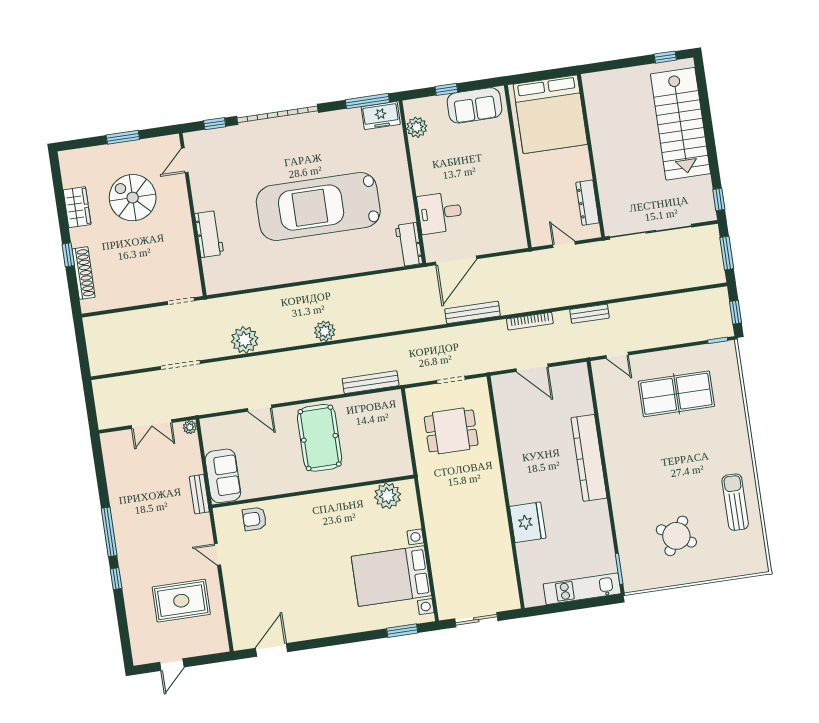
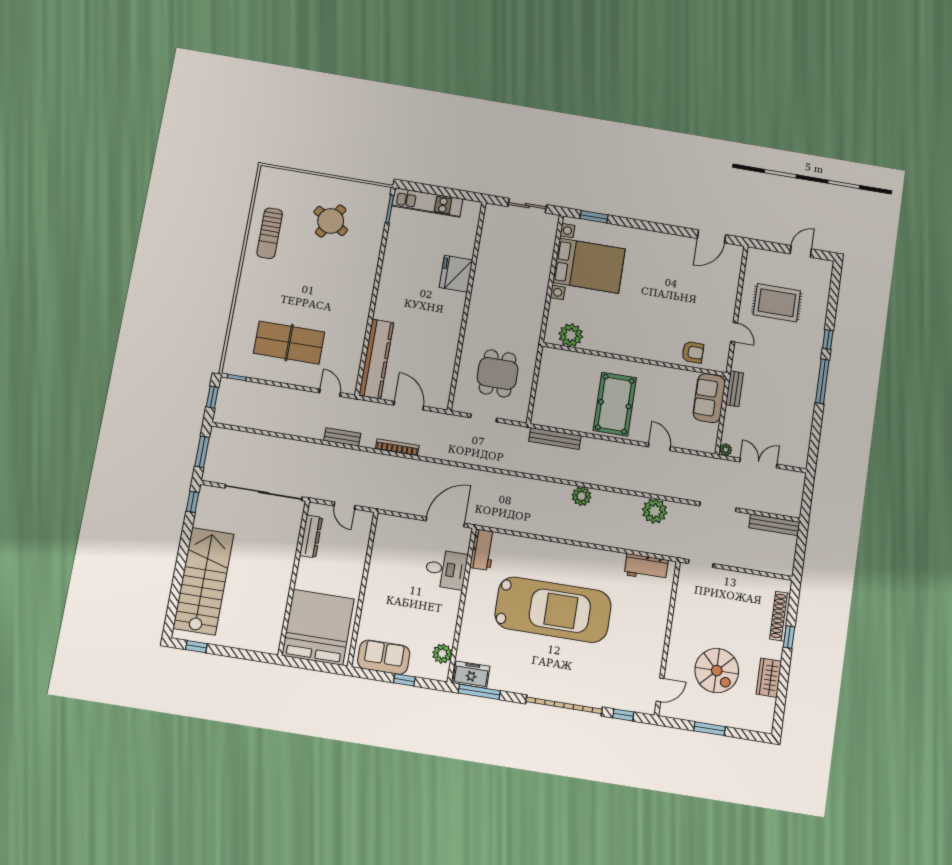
workbench: (209, 234) -> (646, 567), moved, turned -90
bench: (472, 312) -> (774, 525), moved
dining table: (451, 431) -> (498, 373), turned 90
kitchen counter: (589, 458) -> (376, 359), moved

